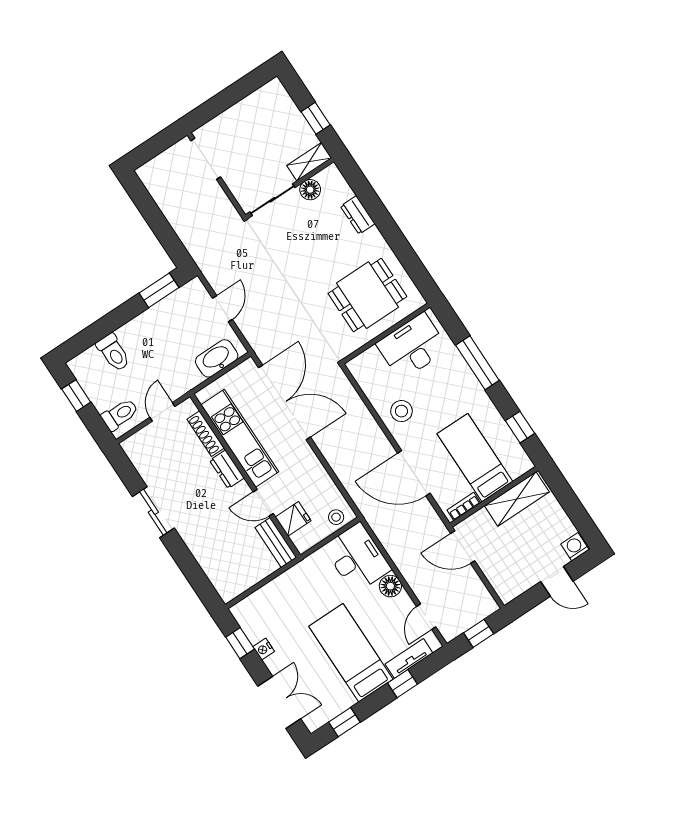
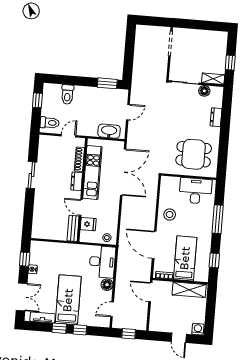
tv unit: (409, 659) -> (43, 317), moved
window: (344, 722) -> (59, 328), moved

